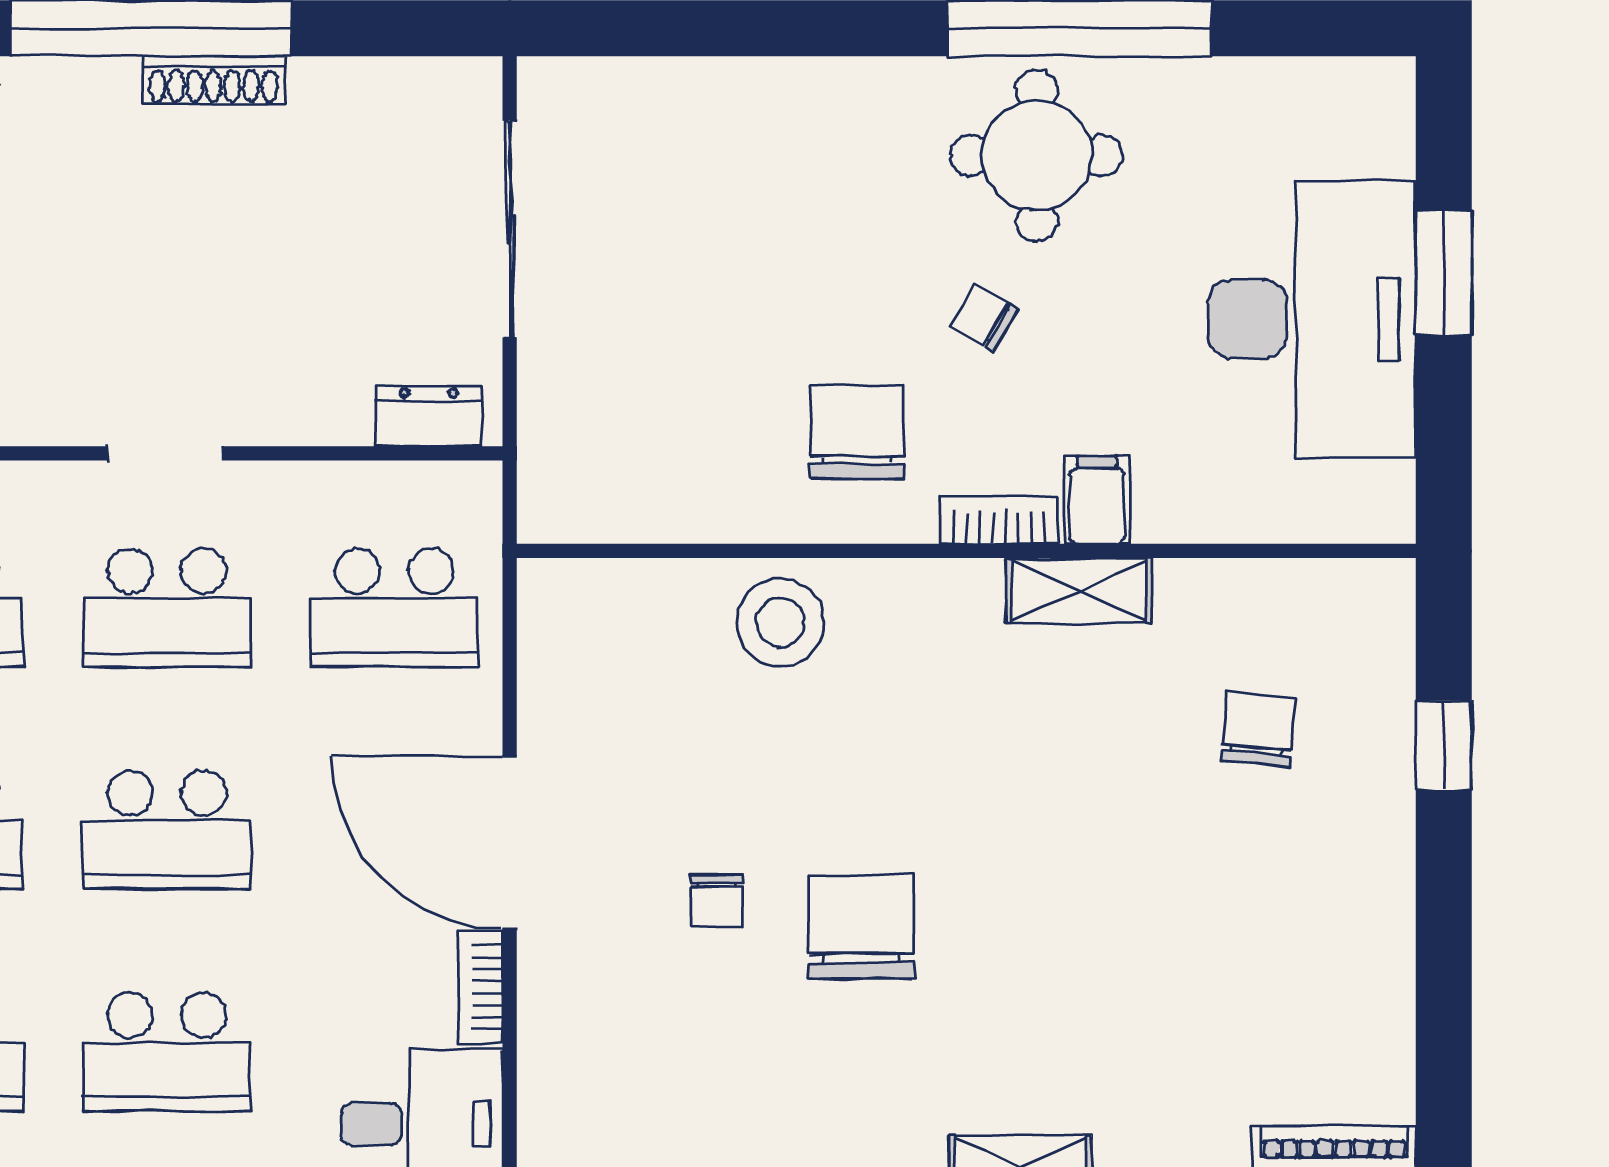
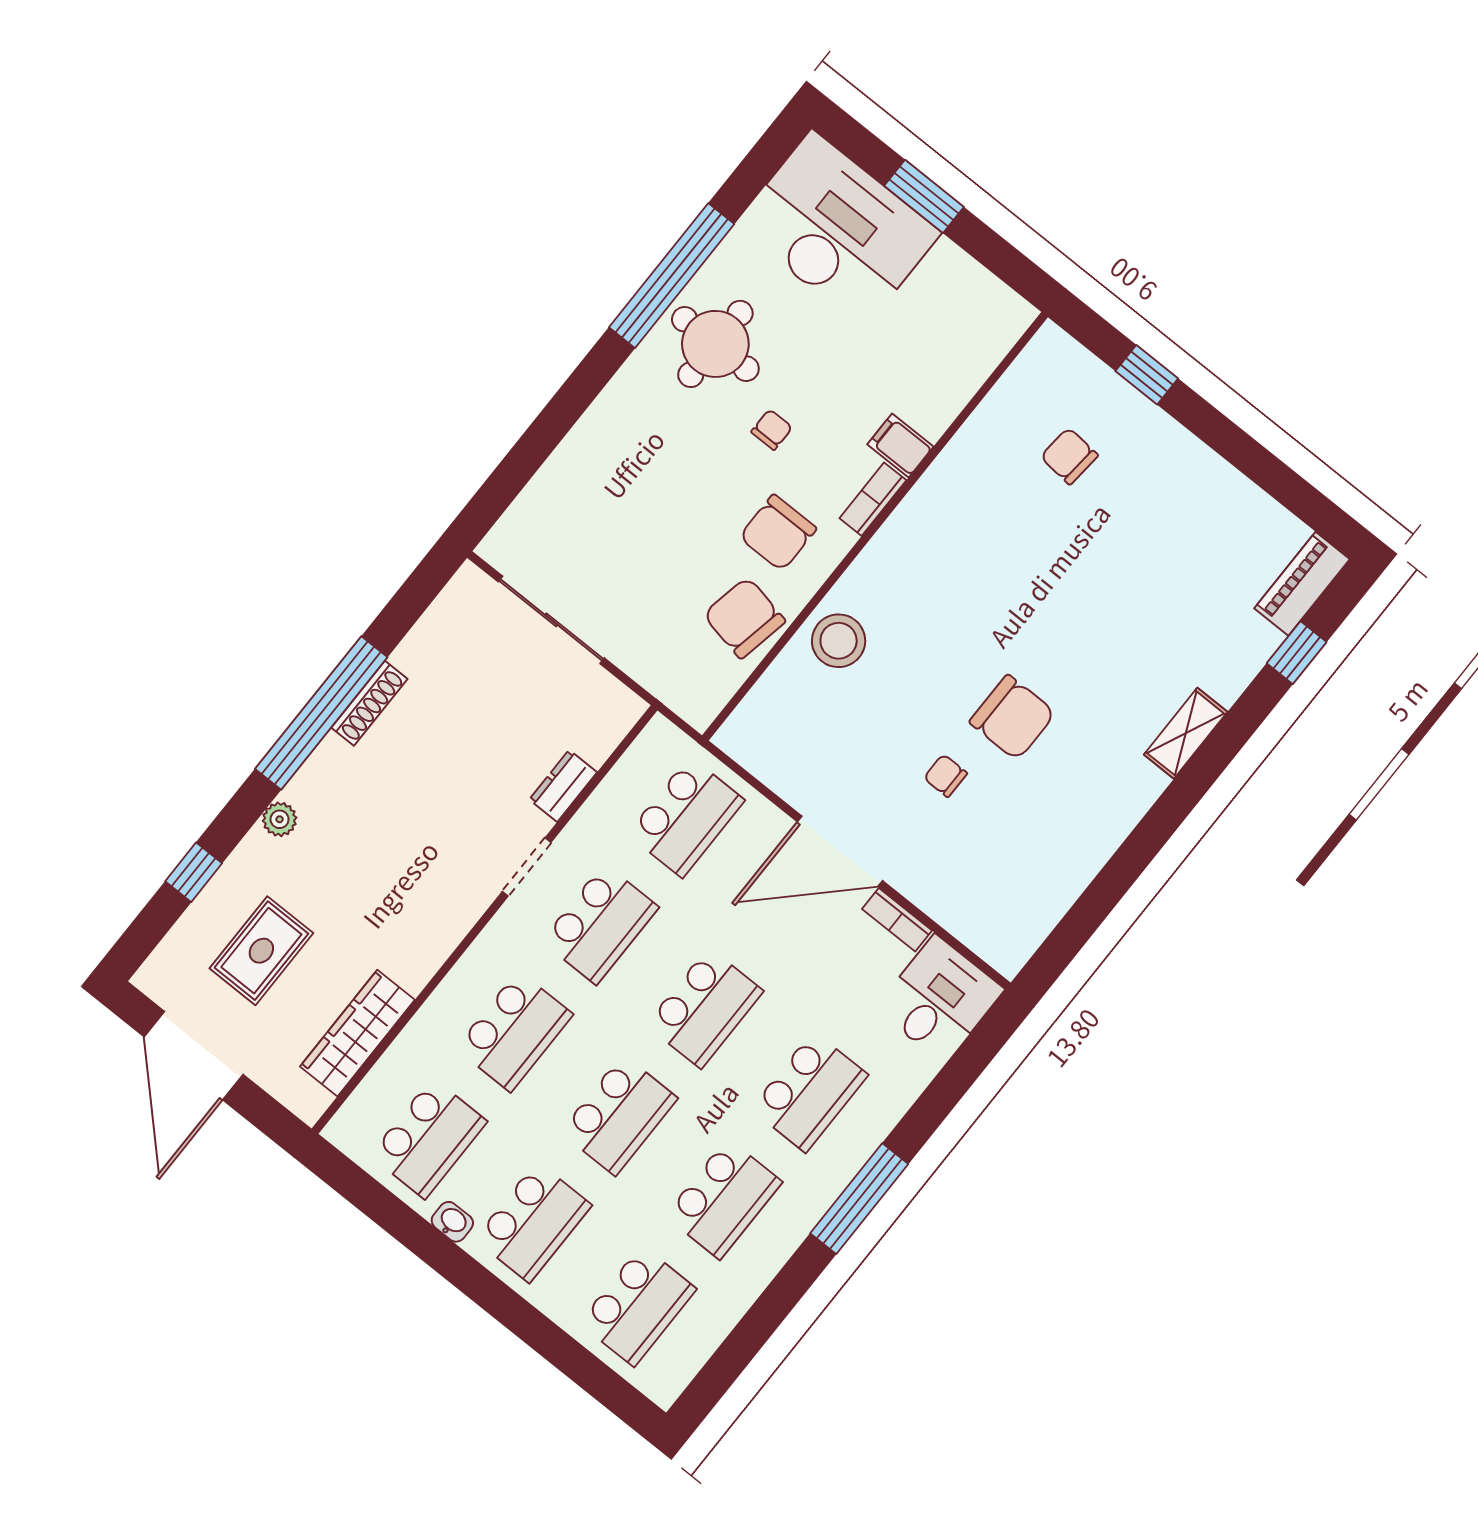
chair: (984, 317) -> (772, 430), turned 149
desk: (1312, 319) -> (838, 229), moved
dresser: (429, 416) -> (563, 786), moved
chair: (857, 432) -> (778, 533), turned -90
chair: (712, 477) -> (744, 618), added
shelving: (1079, 591) -> (936, 488), removed
chair: (717, 900) -> (946, 776), turned 180
chair: (861, 927) -> (1012, 717), turned 180

